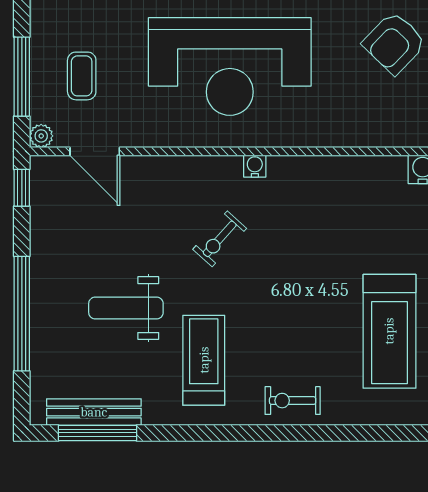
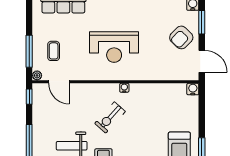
reception desk: (230, 67) -> (114, 47), width x0.74, depth x0.77
exercise bike: (220, 239) -> (110, 117), width x1.38, depth x1.39

